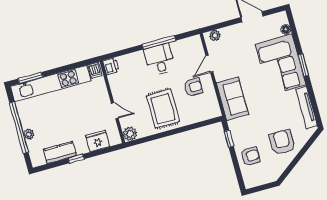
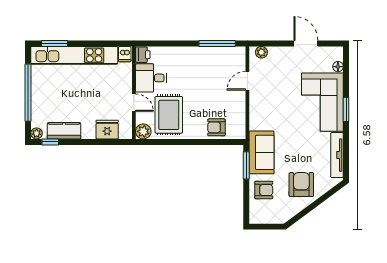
window: (159, 42) -> (217, 43), moved
desk: (160, 60) -> (151, 78), moved, turned -90
armchair: (193, 87) -> (216, 127), moved, turned 180
sofa: (232, 99) -> (261, 152), moved
rug: (163, 109) -> (169, 115), moved
plant: (29, 134) -> (37, 133), moved
window: (229, 139) -> (246, 165), width x1.50
window: (76, 159) -> (50, 142), moved

